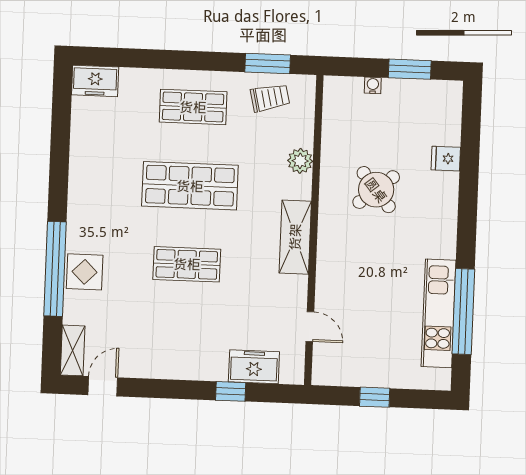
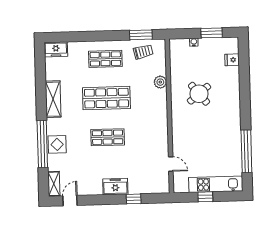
fridge: (446, 159) -> (232, 60), moved
shelving: (295, 237) -> (53, 99), moved
kitchen unit: (439, 313) -> (216, 184), moved, turned 90
freezer: (254, 367) -> (115, 187), moved

